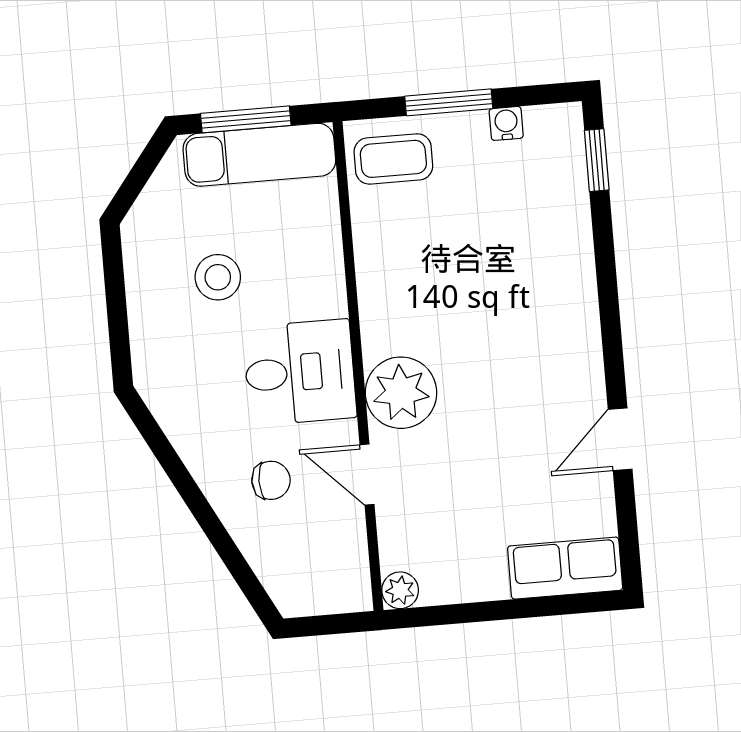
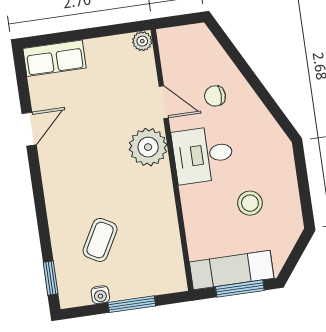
coffee table: (393, 159) -> (100, 240), moved, turned -61

